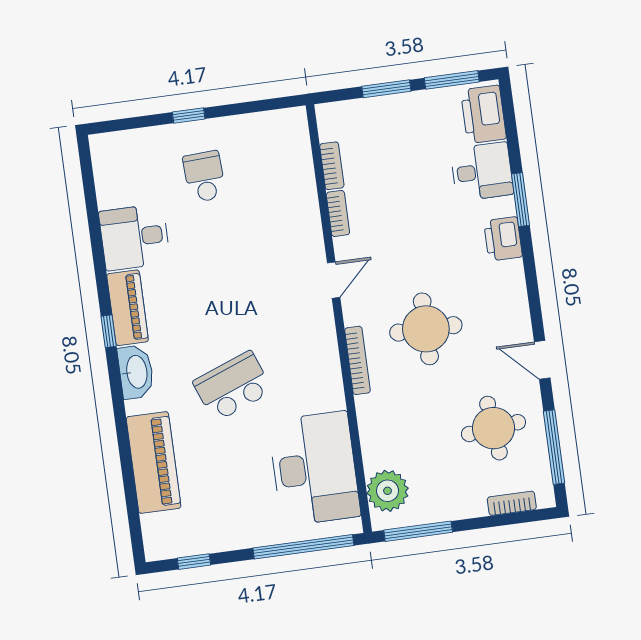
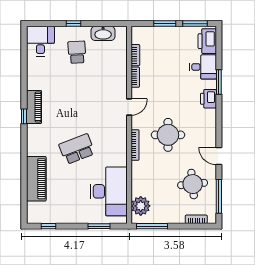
desk: (135, 237) -> (40, 41), moved, turned 90
washbasin: (136, 372) -> (103, 33), moved, turned 90
window: (303, 547) -> (99, 226), width x0.47

